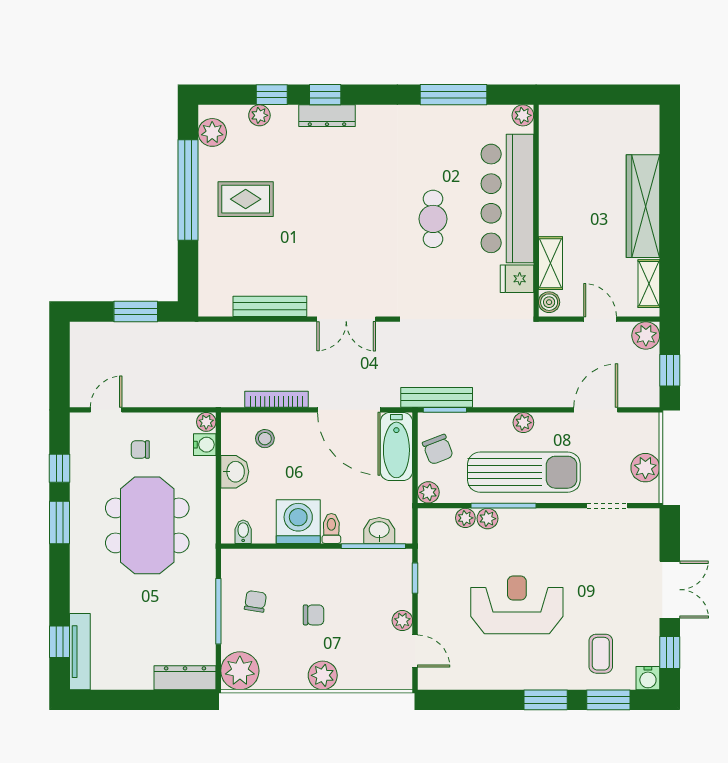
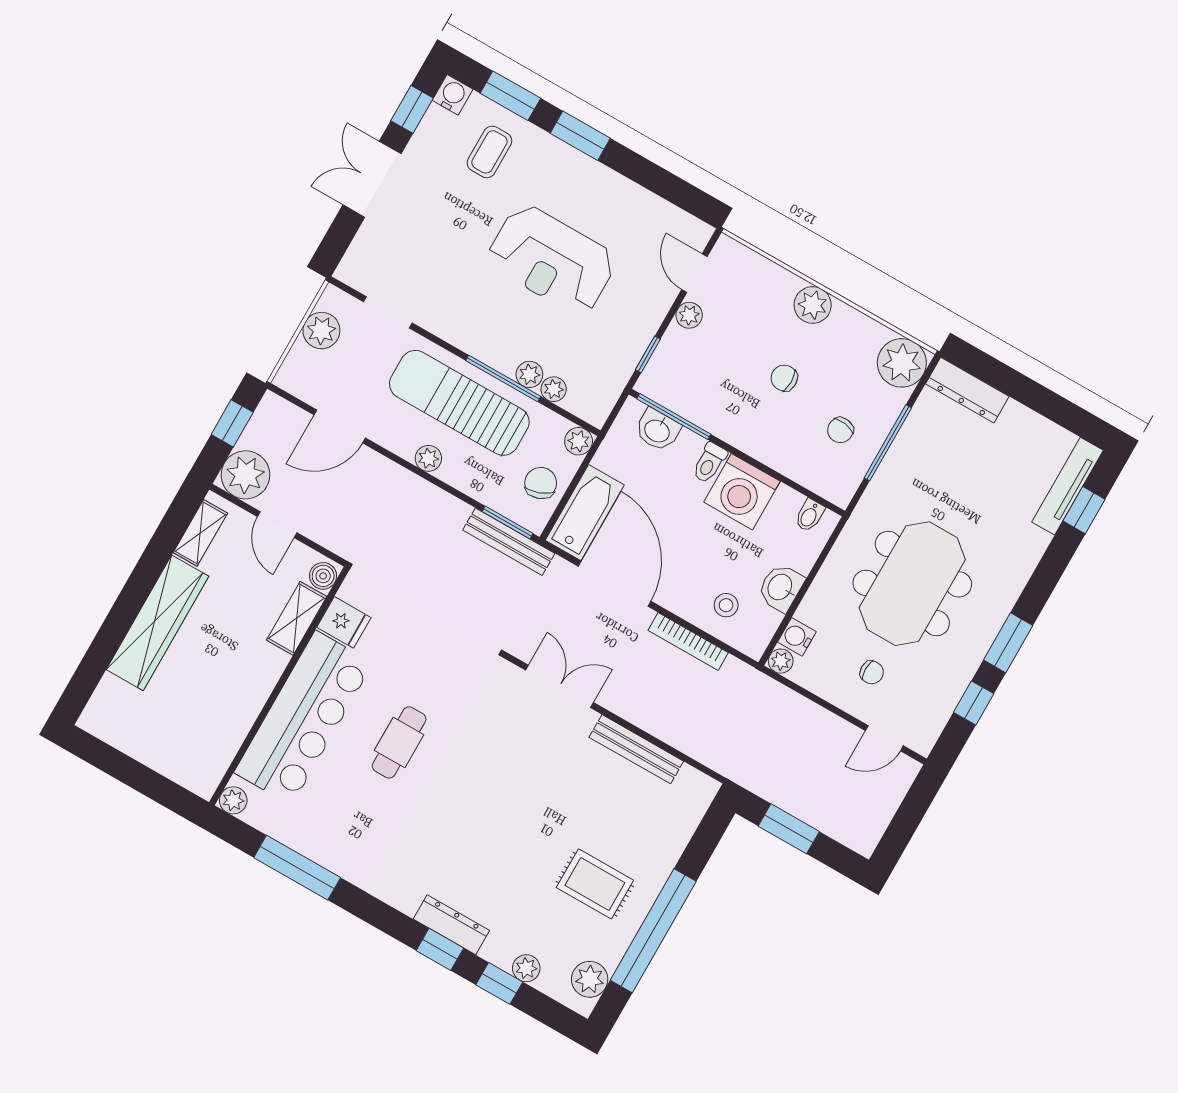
plant: (646, 335) -> (245, 475), width x1.36, depth x1.36

